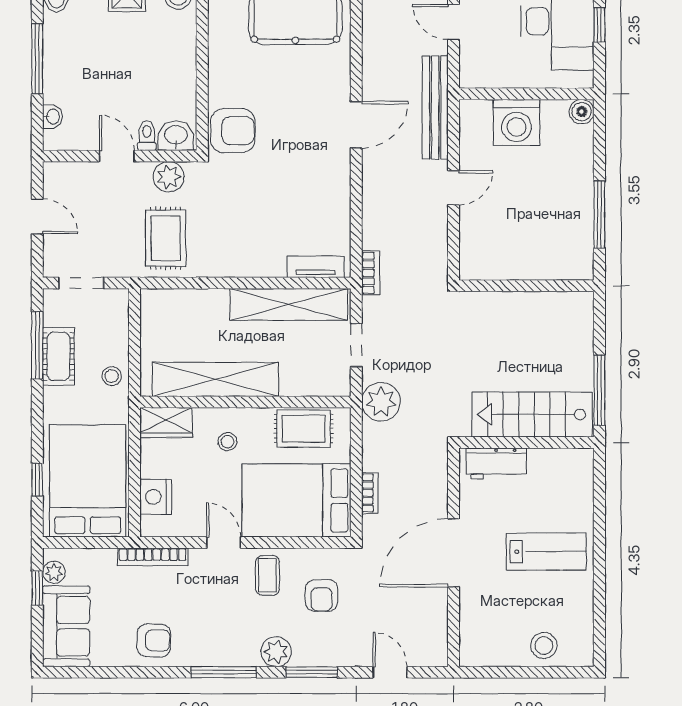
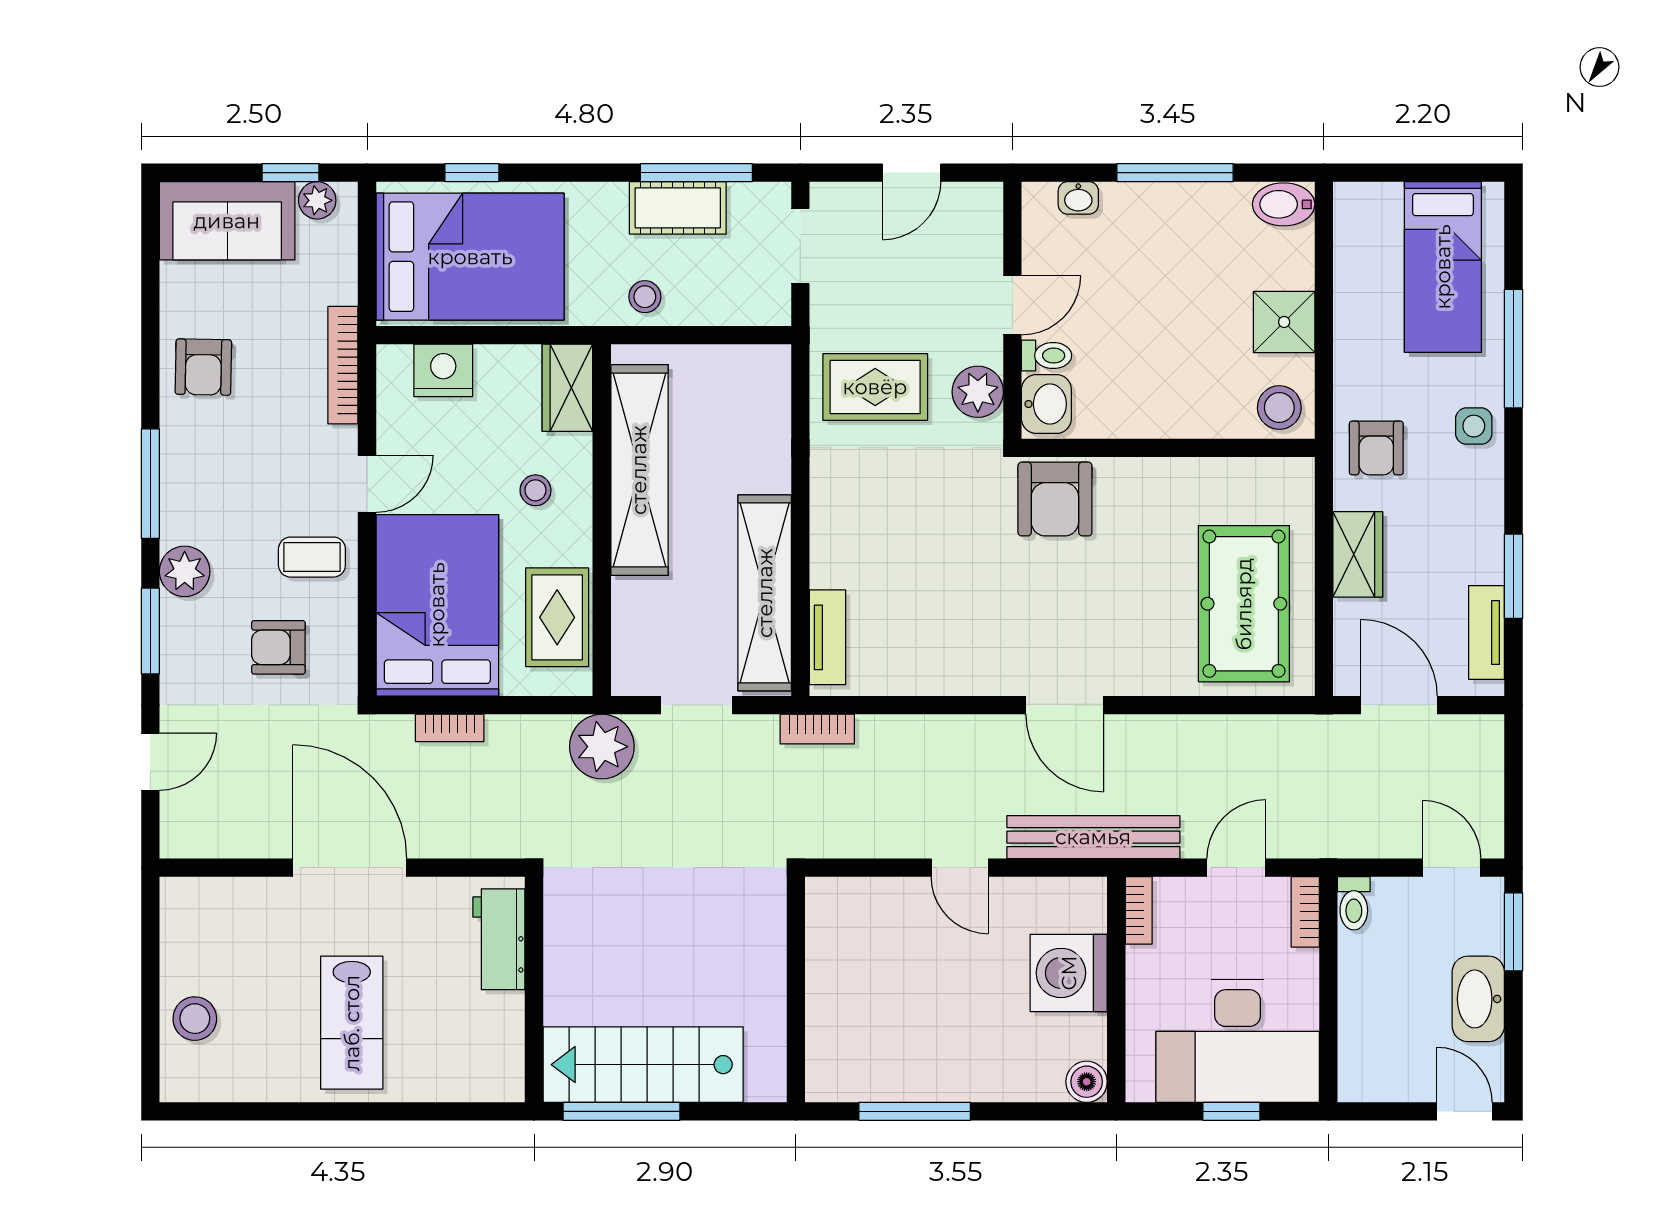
bookcase: (479, 80) -> (1139, 910), added
stairs: (532, 414) -> (643, 1065), moved, turned -90

